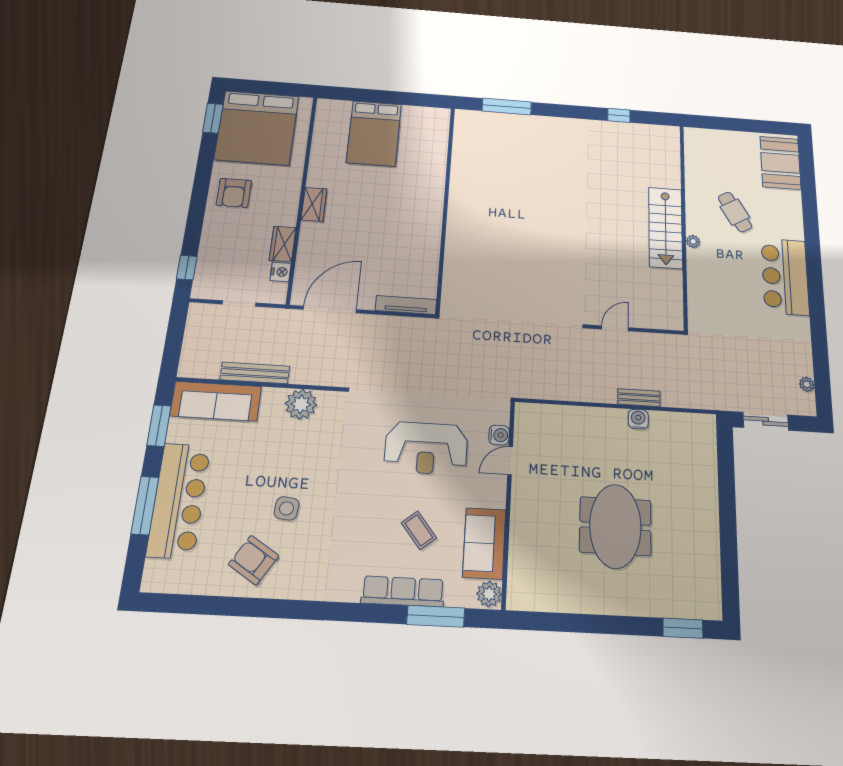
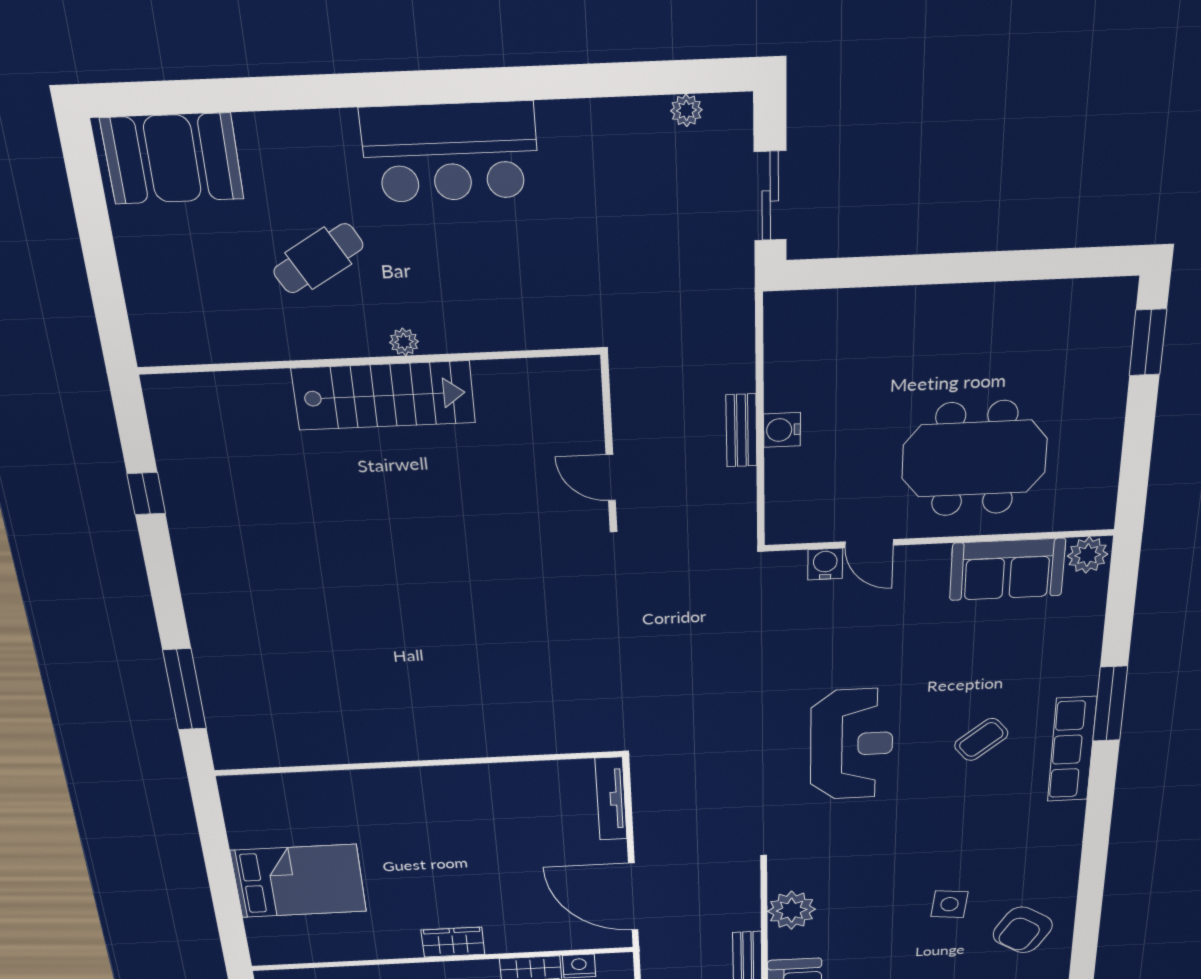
water cooler: (499, 435) -> (825, 564), moved
door: (510, 461) -> (869, 544), moved
wall: (508, 502) -> (940, 540), moved
sofa: (484, 543) -> (1007, 569), moved
plant: (489, 594) -> (1088, 555), moved

